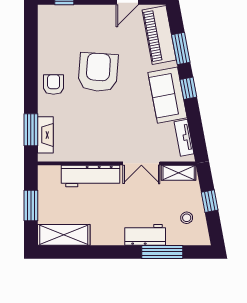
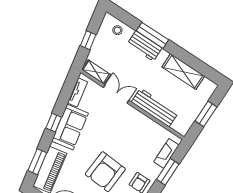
window: (181, 49) -> (37, 162), moved
window: (31, 130) -> (168, 172), moved
stool: (187, 218) -> (117, 30), moved
shelving: (64, 235) -> (183, 72), moved
window: (162, 252) -> (152, 35), moved

